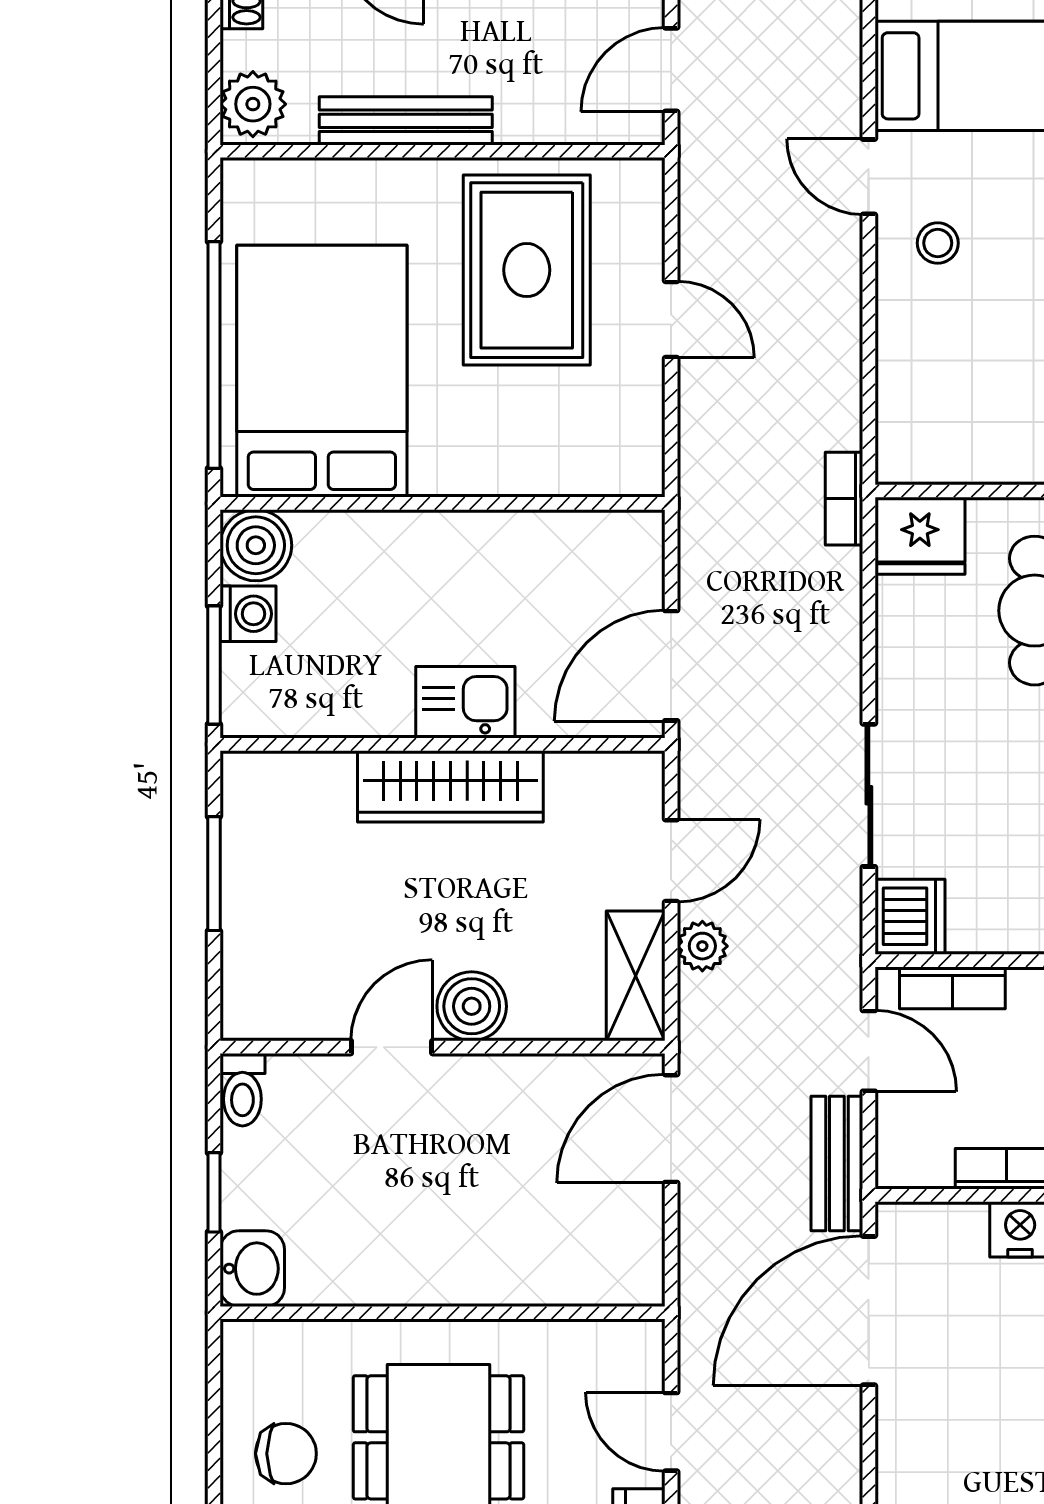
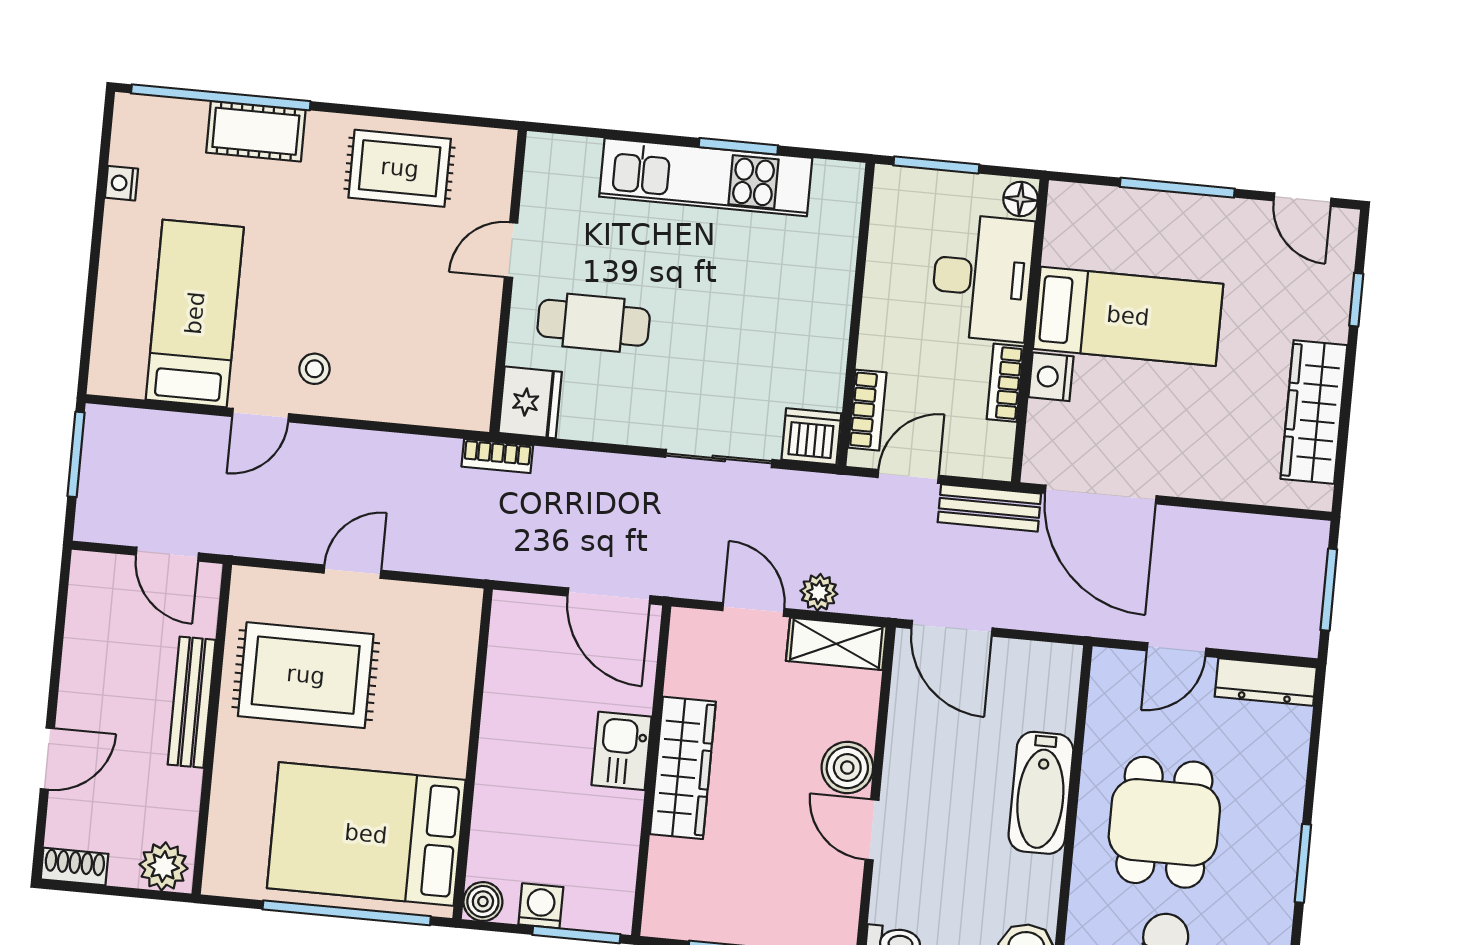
bench: (406, 121) -> (192, 702), moved
boiler: (256, 545) -> (483, 902), width x0.73, depth x0.73
bathtub: (462, 1269) -> (1041, 793), added

